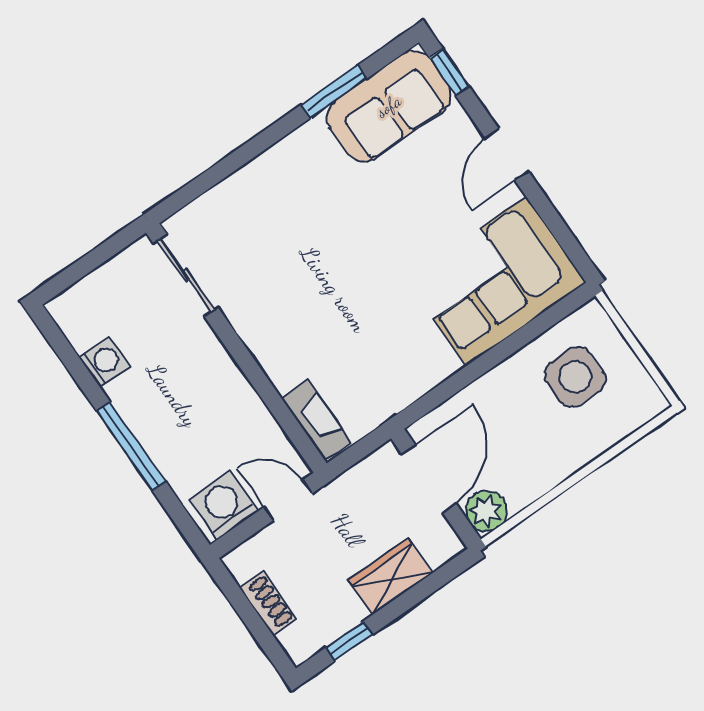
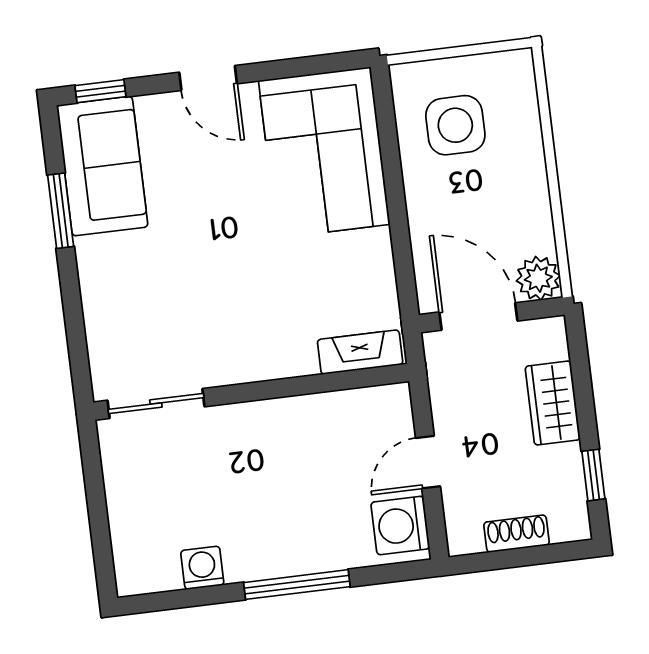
sliding door: (186, 275) -> (156, 404), moved
wall: (236, 348) -> (251, 392), moved
fireplace: (316, 420) -> (360, 352), moved

